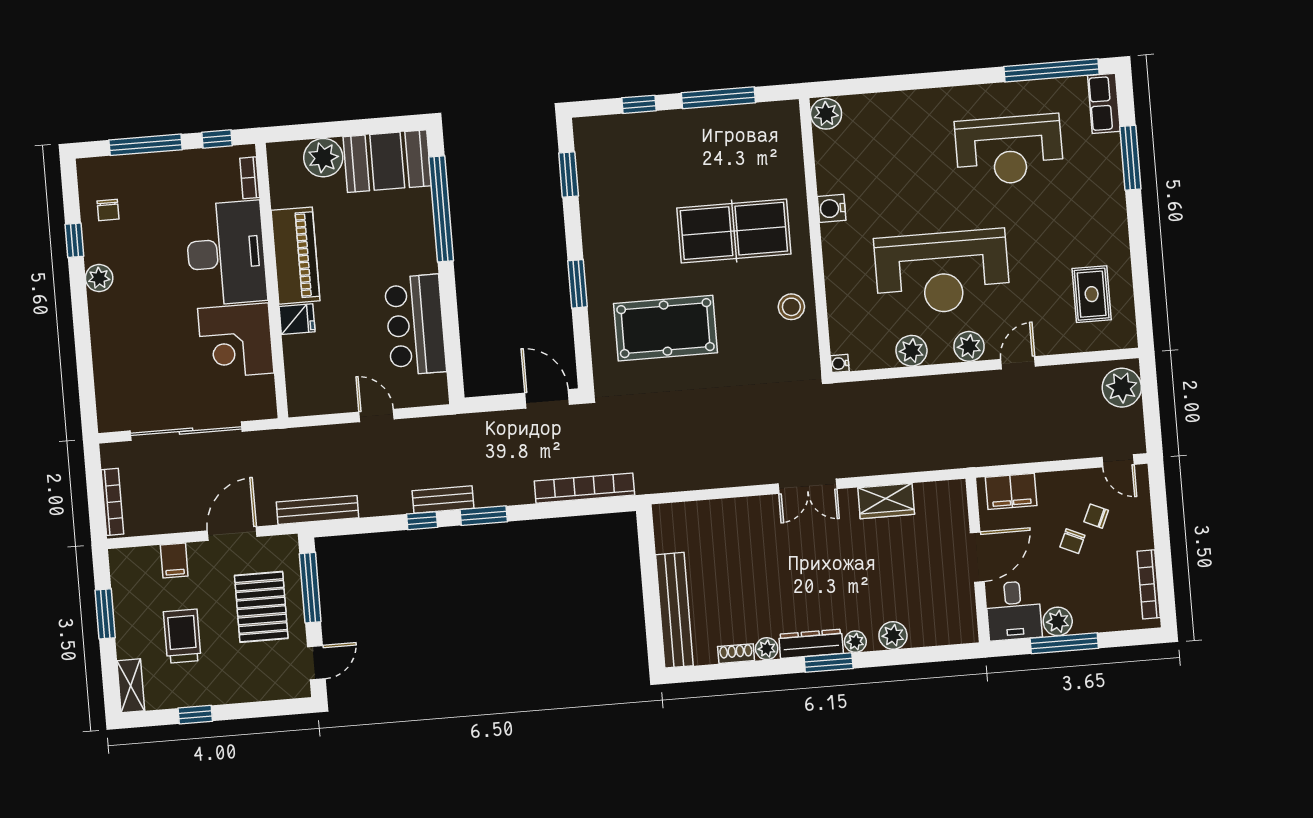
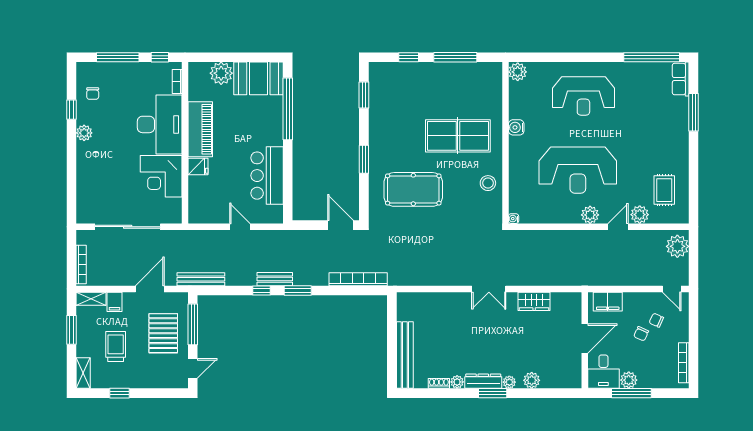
reception desk: (1009, 150) -> (583, 96), moved
plant: (911, 351) -> (640, 215), moved
shelving: (134, 558) -> (91, 299), added

